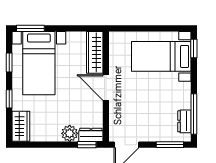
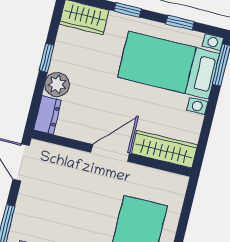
window: (87, 145) -> (47, 58), moved

